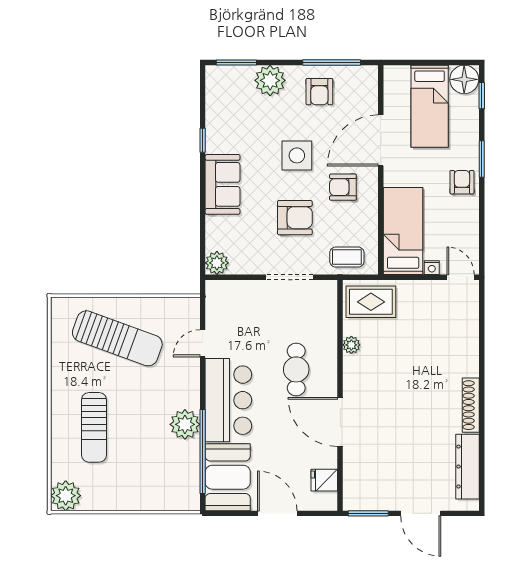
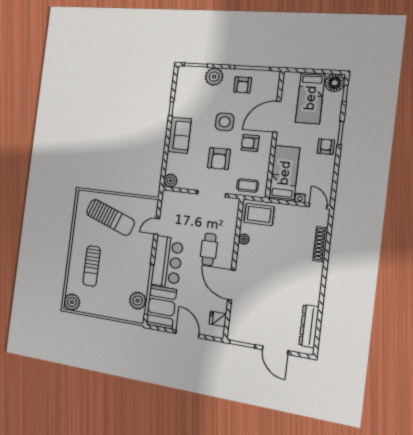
armchair: (295, 218) -> (219, 159), turned 90
shoe rack: (471, 405) -> (320, 244), moved
plant: (185, 424) -> (138, 301), moved

